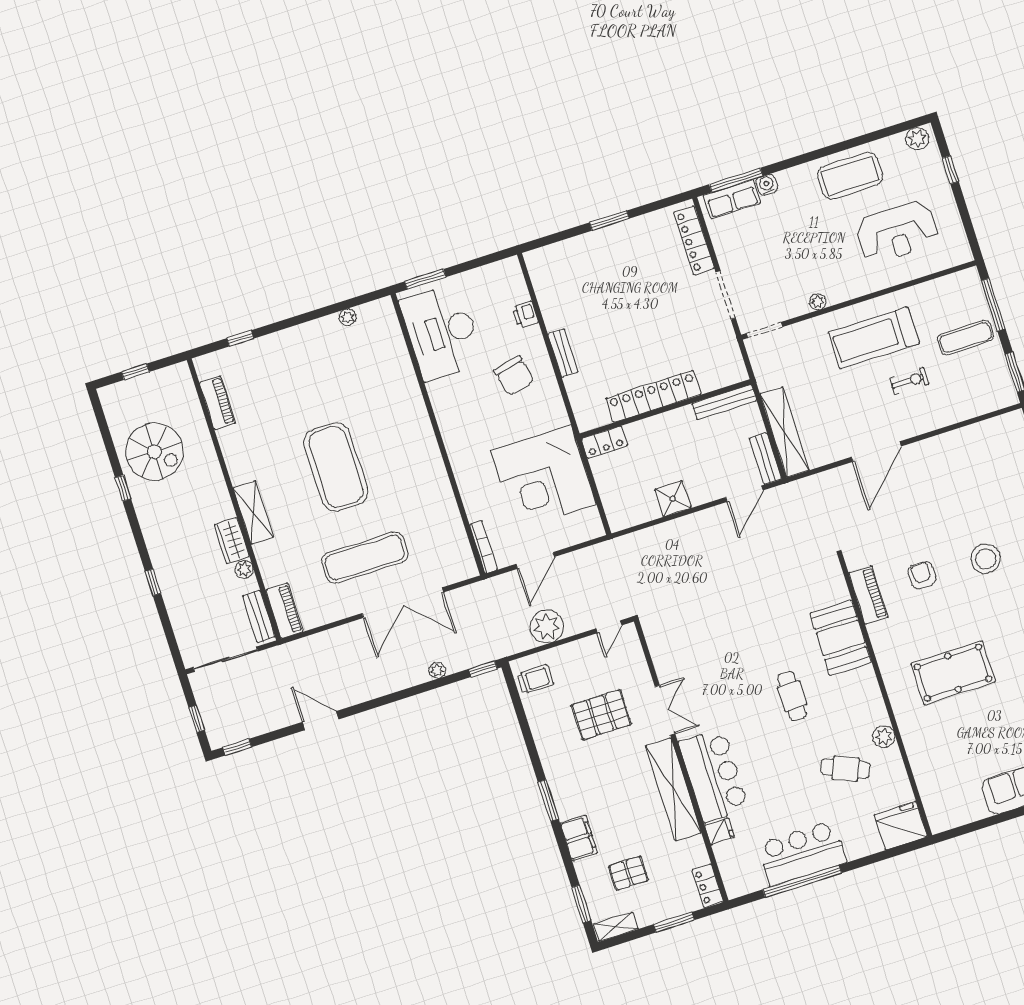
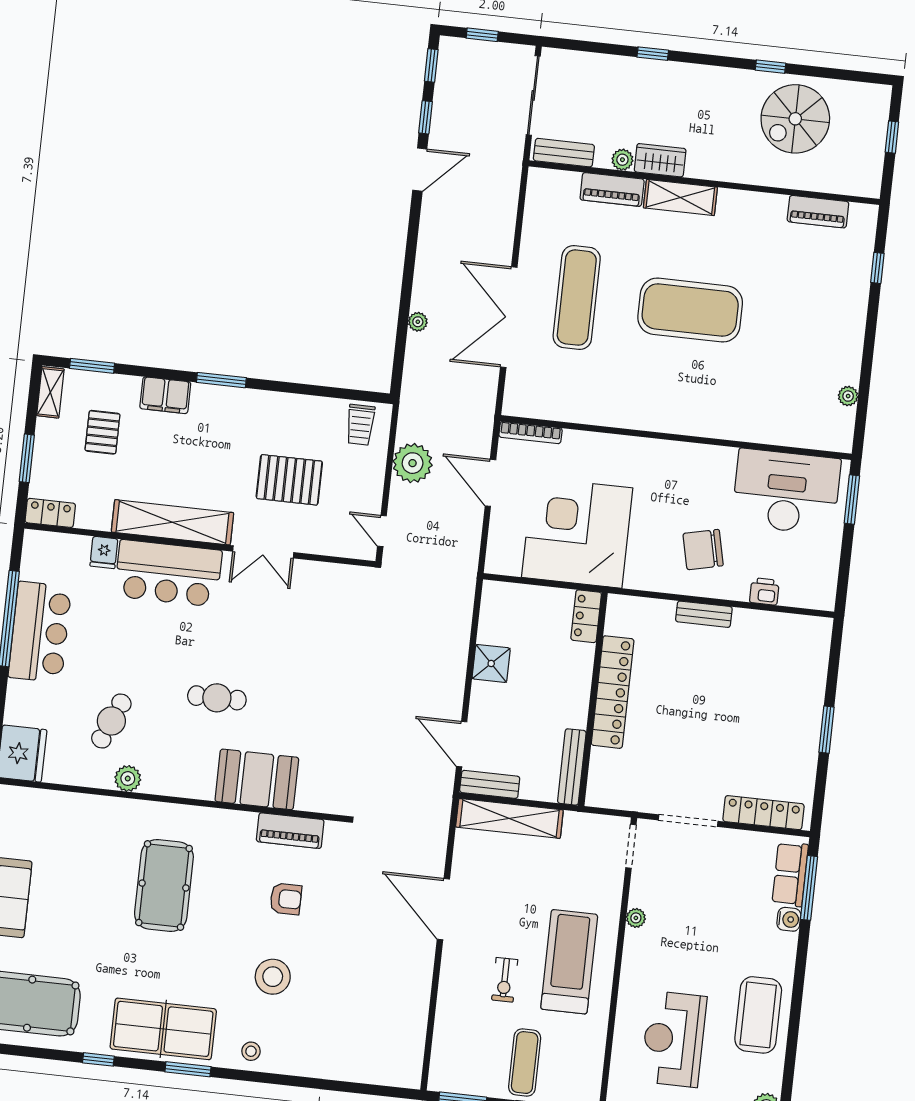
piano: (284, 611) -> (612, 189), moved
window: (483, 669) -> (426, 117), moved
pallet: (601, 715) -> (289, 480), turned 90

